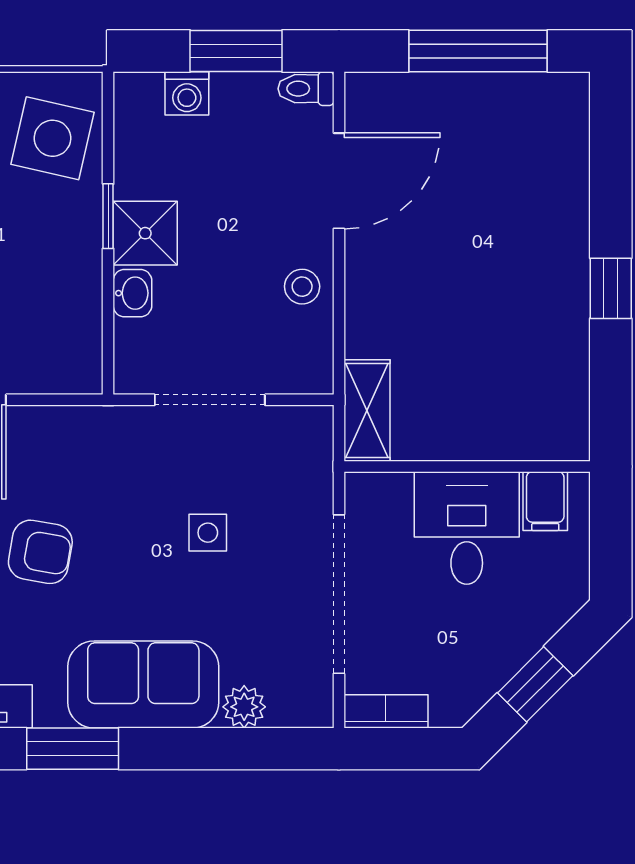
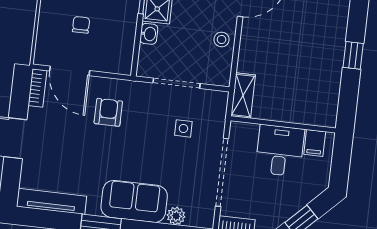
side table: (208, 533) -> (183, 128), moved
armchair: (40, 552) -> (108, 112), moved, turned -100

